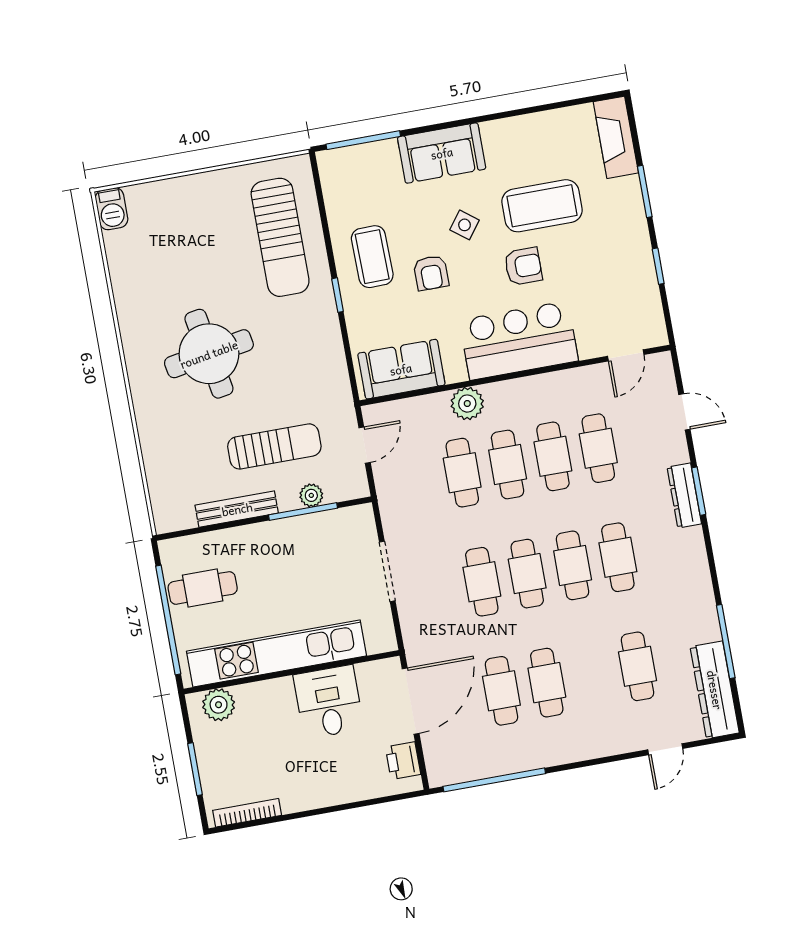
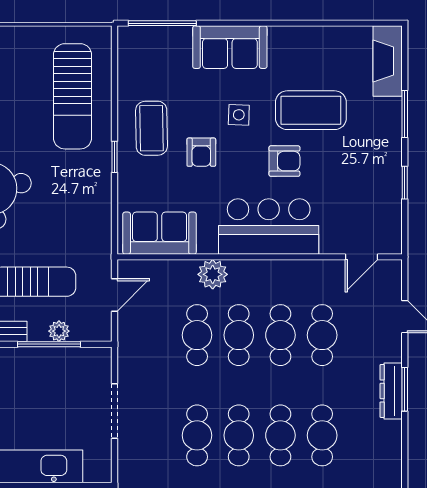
side table: (465, 225) -> (239, 115), turned -35

